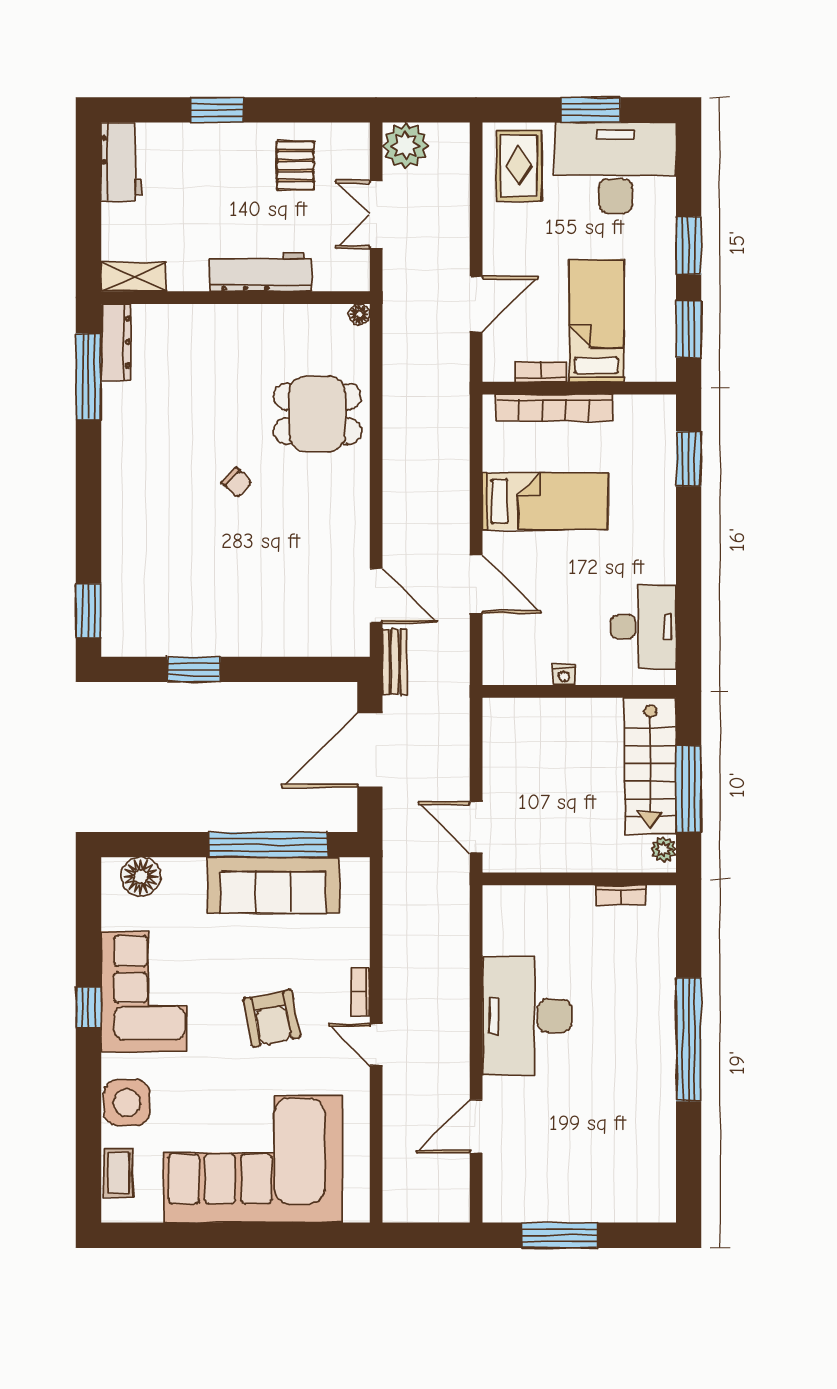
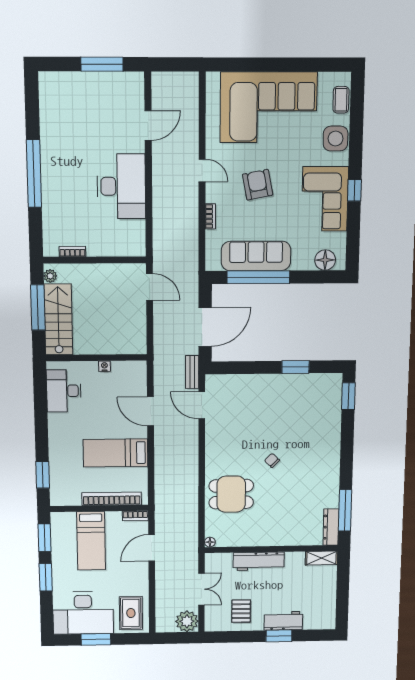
workbench: (121, 162) -> (283, 621), moved, turned 90
bookcase: (541, 372) -> (135, 516), moved
bookcase: (360, 992) -> (210, 216), moved

